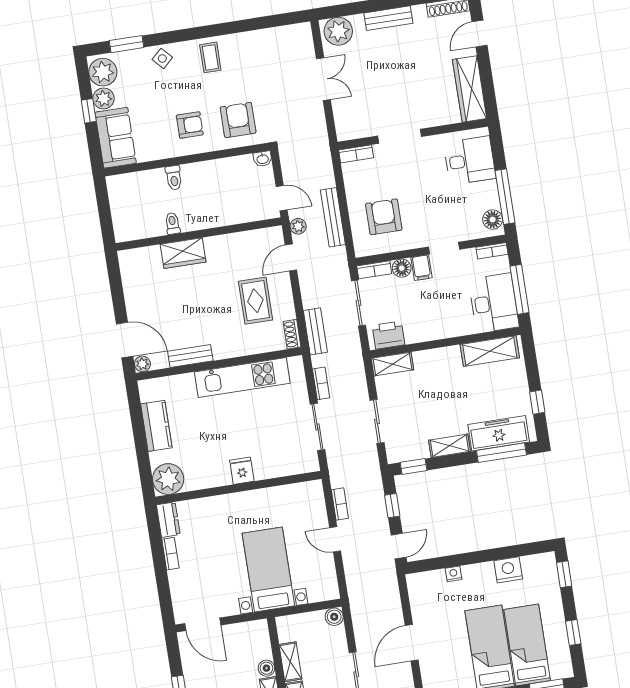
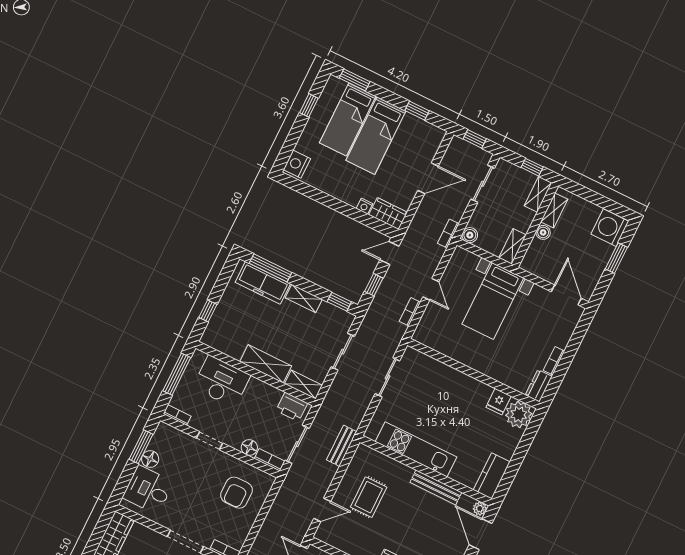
window: (505, 197) -> (141, 447), width x0.69
bench: (333, 217) -> (273, 518), removed
floor lamp: (493, 220) -> (150, 459), moved
plant: (298, 226) -> (302, 528), removed
filing cabinet: (422, 268) -> (235, 438), removed
desk: (494, 303) -> (222, 381), moved, turned 90
shoe rack: (292, 334) -> (359, 455), removed
shelving: (490, 351) -> (266, 364), moved
bench: (190, 356) -> (436, 487), width x1.36
bookcase: (321, 383) -> (448, 233), moved
window: (537, 402) -> (208, 311), moved
kitchen counter: (156, 426) -> (492, 476), moved
fridge: (242, 471) -> (499, 402), moved
nightstand: (508, 570) -> (297, 164), moved, turned 90
window: (564, 574) -> (287, 151), removed
wardrobe: (426, 583) -> (388, 214), added
shelving: (290, 662) -> (512, 246), moved

